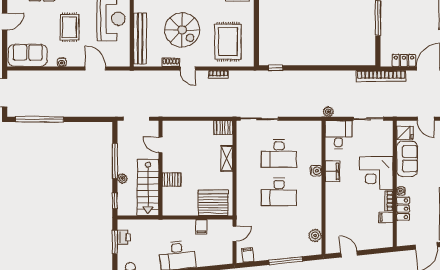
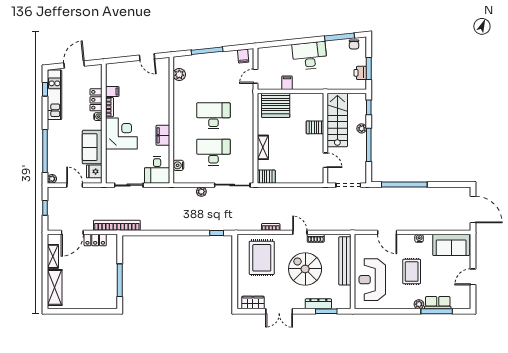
plant: (328, 112) -> (201, 192), moved
window: (39, 119) -> (404, 184), moved
water cooler: (316, 171) -> (178, 165), moved

